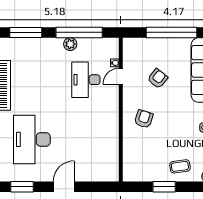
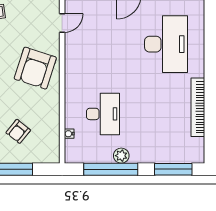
door: (121, 76) -> (62, 23), moved
armchair: (158, 78) -> (18, 131), moved
armchair: (144, 119) -> (35, 68), width x1.88, depth x1.88

